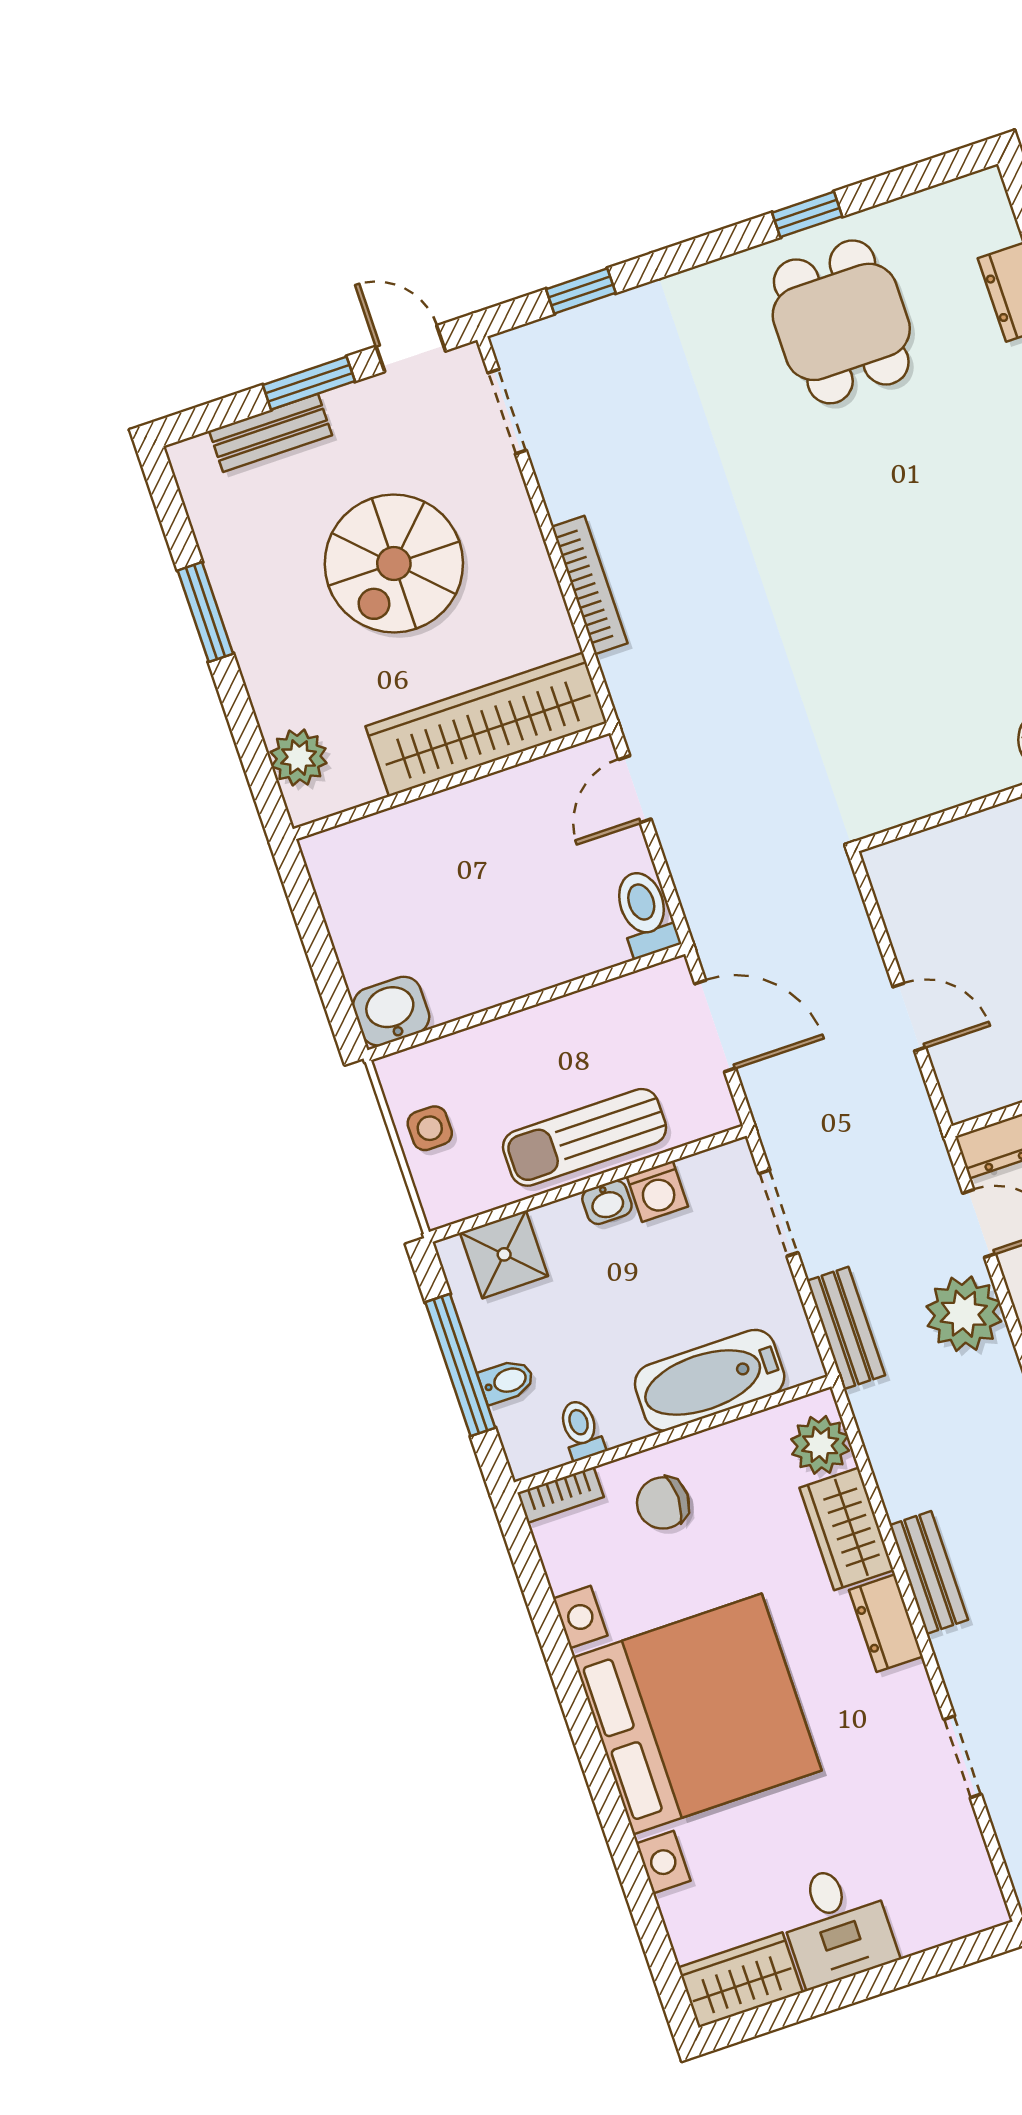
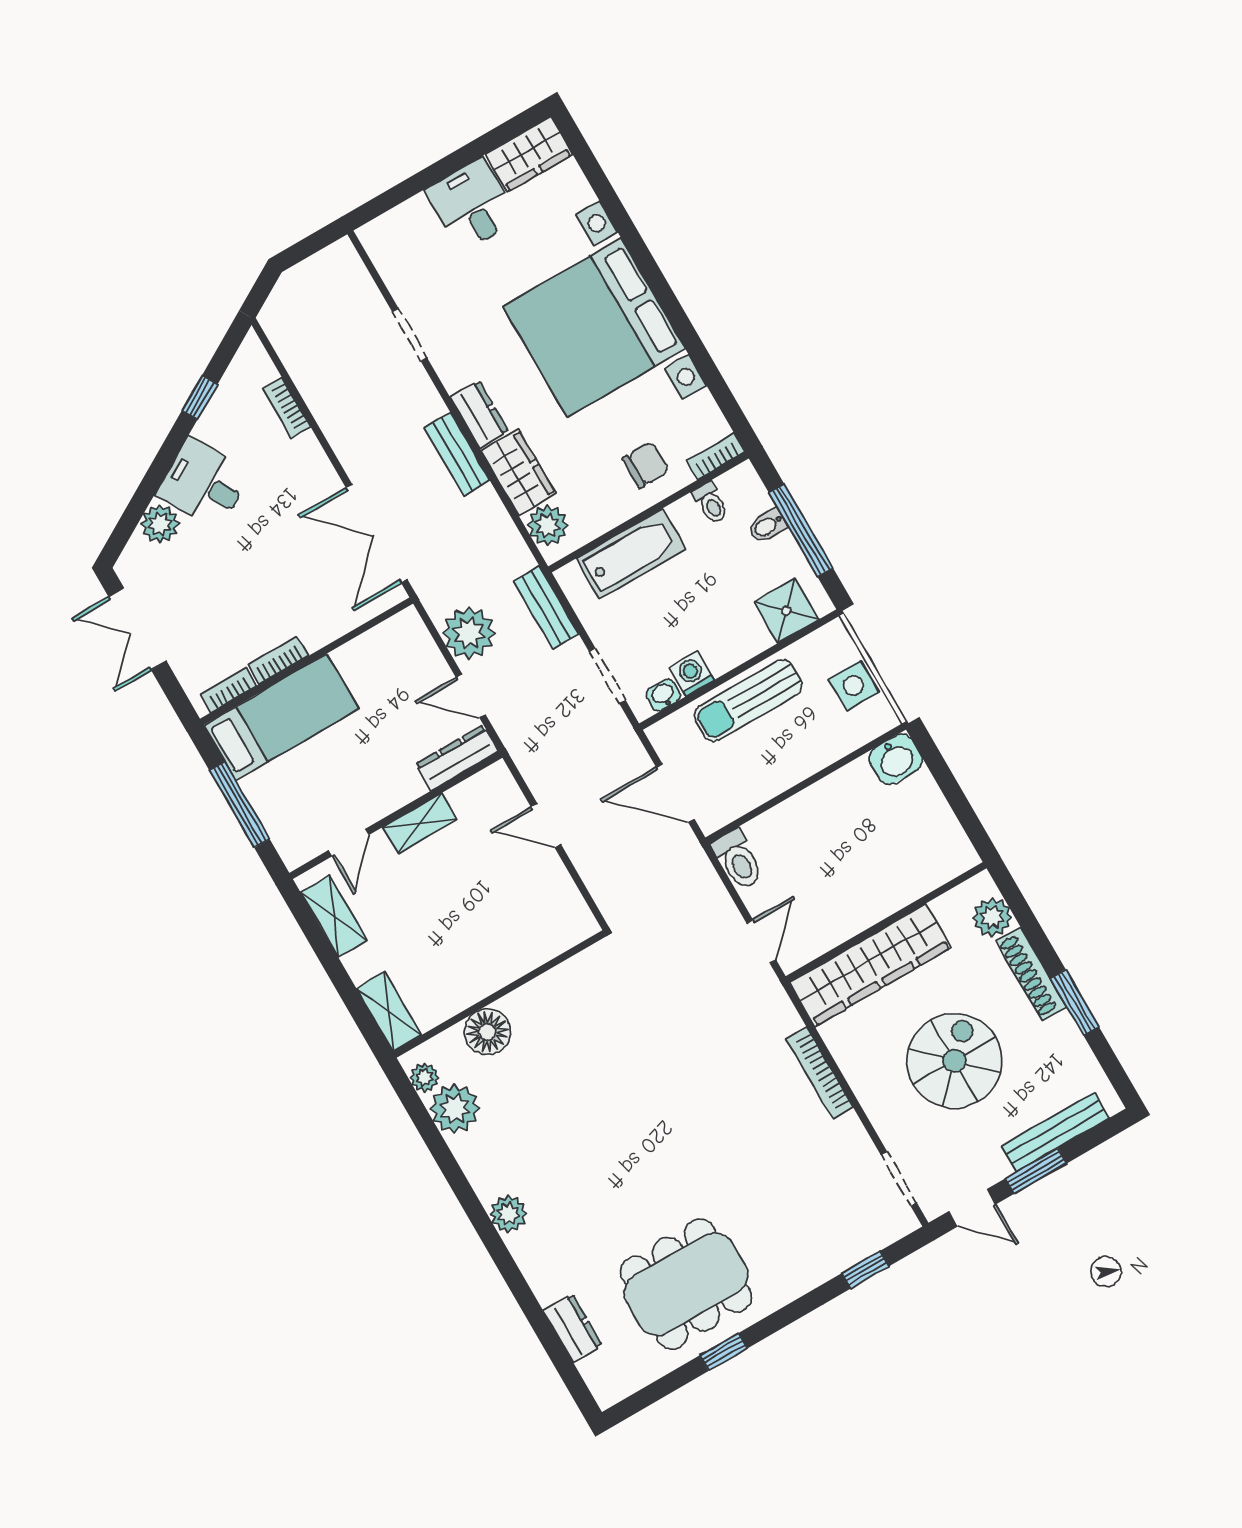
dining table: (841, 322) -> (686, 1284), width x1.38
bench: (270, 433) -> (1055, 1132), width x1.36
shoe rack: (259, 665) -> (1031, 974), added
side table: (430, 1128) -> (854, 686), width x1.37, depth x1.37
sun lounger: (585, 1137) -> (748, 700), turned 180
washbasin: (607, 1202) -> (663, 695), moved

